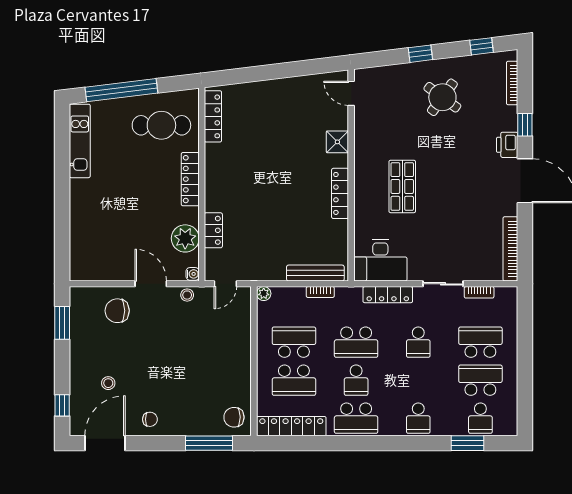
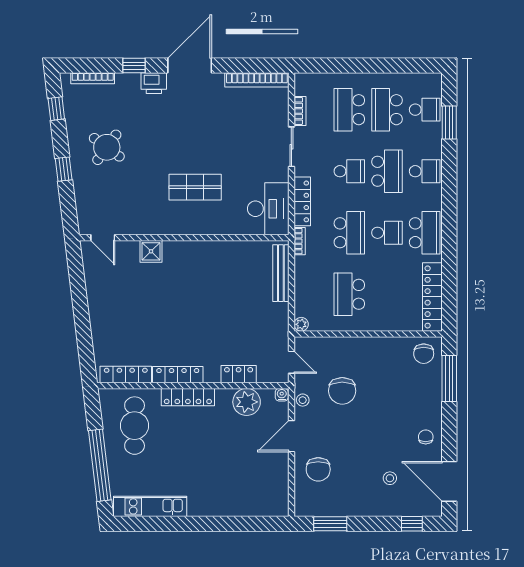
door: (351, 93) -> (103, 238), hinge flipped
locker: (340, 193) -> (178, 375), moved, turned 180
bookcase: (320, 292) -> (300, 241), moved
chair: (196, 335) -> (342, 391), added
school desk: (294, 380) -> (387, 171), moved

